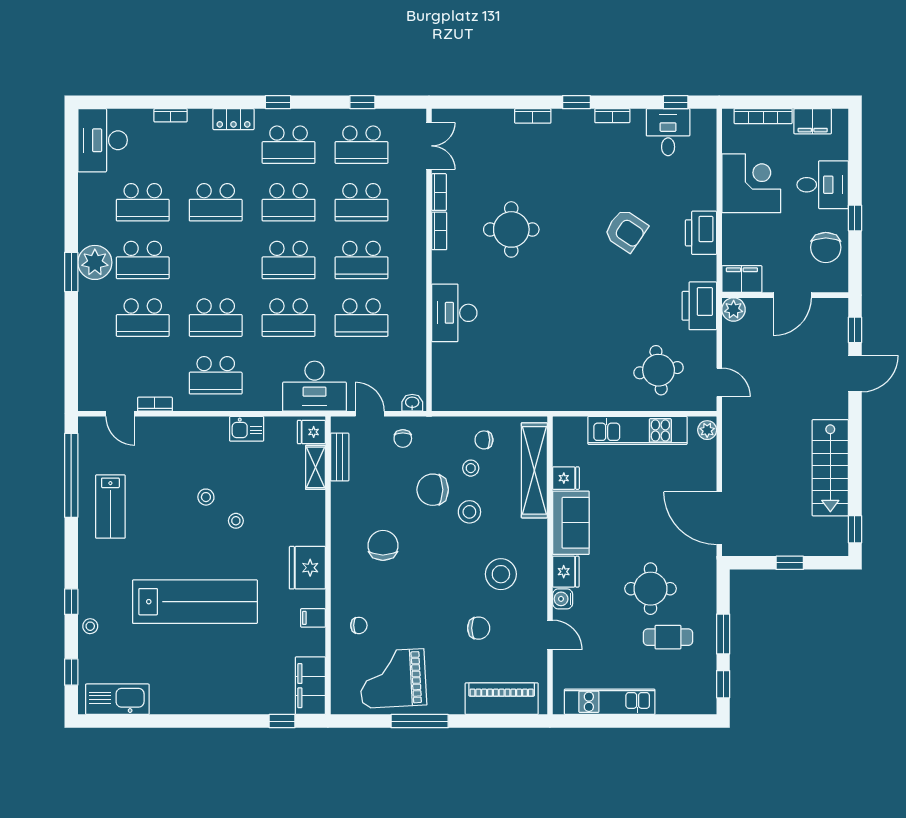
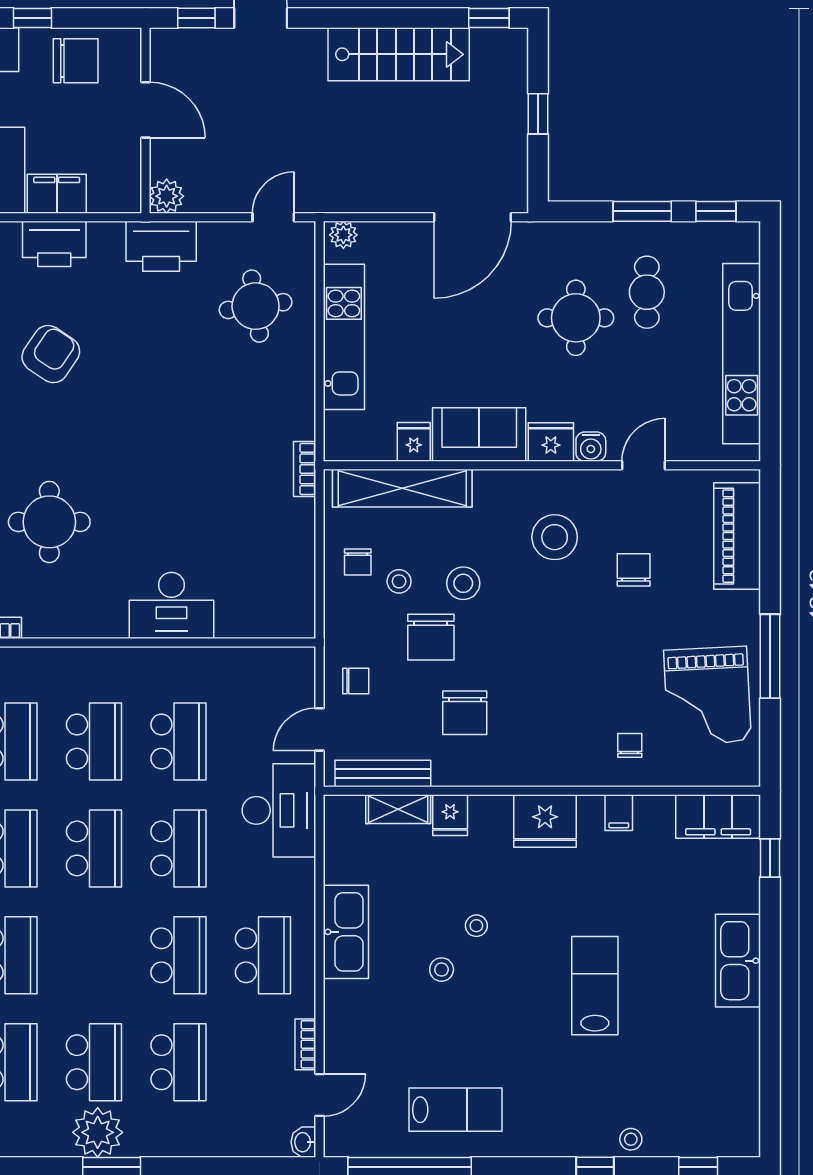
bookcase: (439, 231) -> (305, 469), moved, turned -90
filing cabinet: (742, 279) -> (57, 194), moved, turned 90
washbasin: (412, 403) -> (303, 1142), moved
kitchen sink: (247, 429) -> (346, 932), width x1.88, depth x1.24
fridge: (311, 432) -> (450, 815), moved
bench: (340, 457) -> (383, 773), width x1.36
chair: (383, 545) -> (465, 713), moved, turned -90
lab bench: (195, 602) -> (595, 986), width x0.54, depth x0.72
kitchen sink: (117, 699) -> (738, 961), moved
kitchen unit: (610, 702) -> (742, 354), width x1.36

